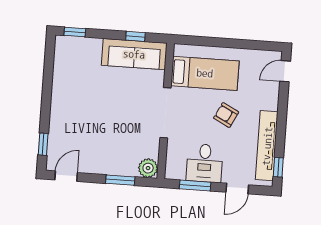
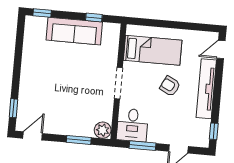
sofa: (134, 54) -> (74, 31), moved
doorway: (165, 113) -> (118, 83), width x0.73
tv unit: (267, 146) -> (206, 89), moved
desk: (205, 163) -> (132, 125), moved

